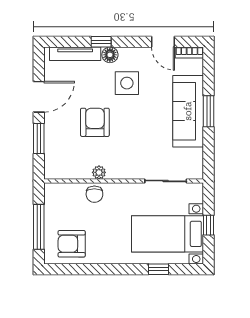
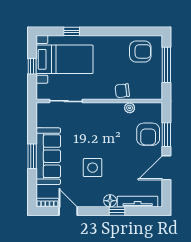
side table: (127, 83) -> (93, 168), moved
armchair: (95, 122) -> (148, 134), moved
plant: (99, 172) -> (130, 108), moved
chair: (94, 194) -> (122, 91), turned -96

